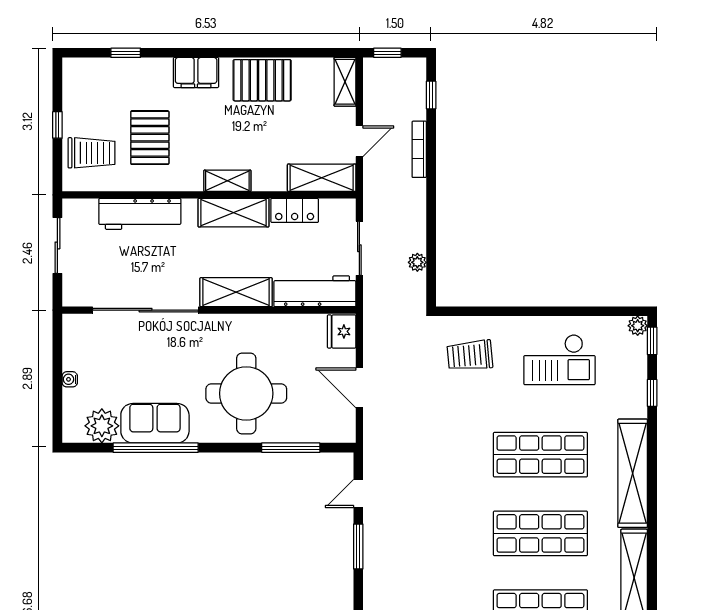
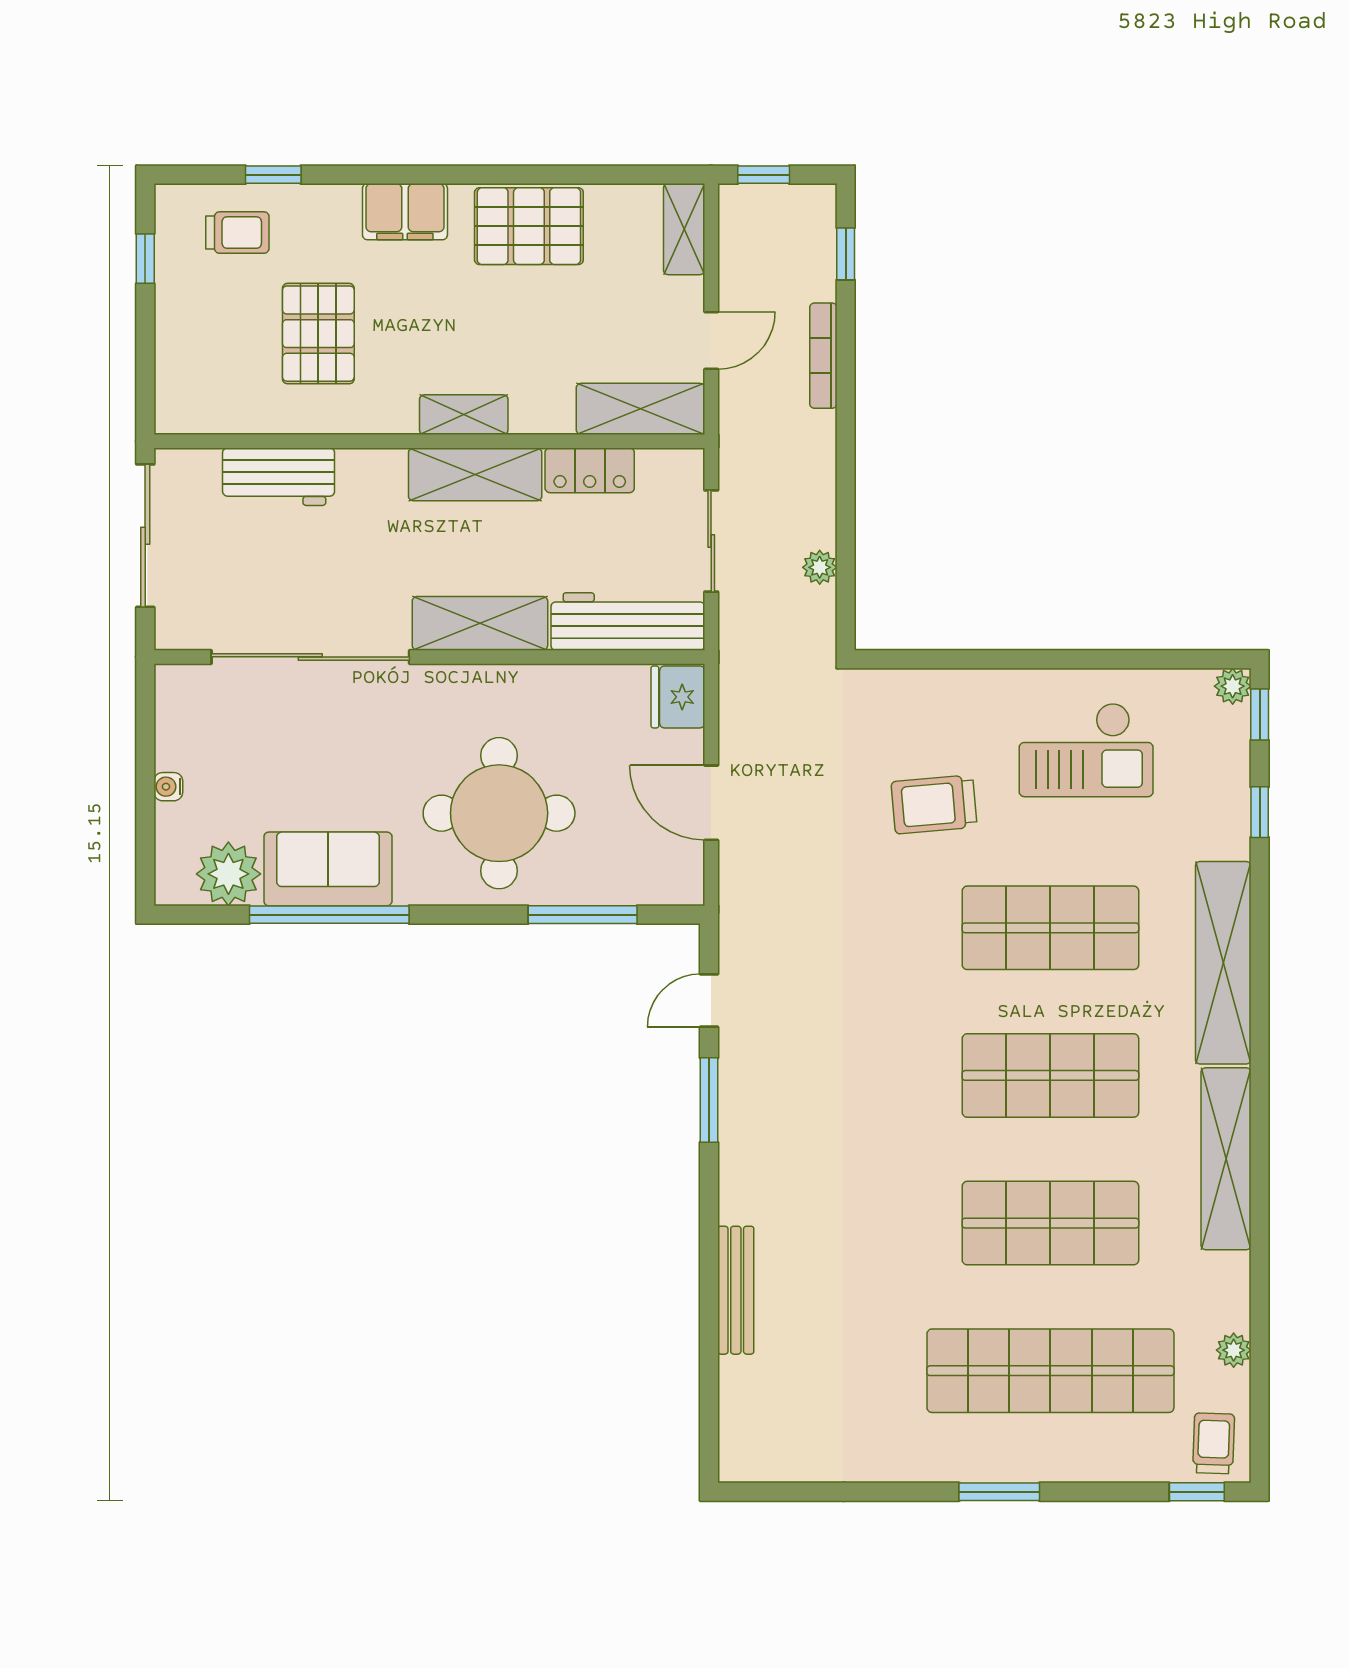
window: (57, 125) -> (145, 259), moved
trolley: (91, 153) -> (237, 233), moved, width x0.73, depth x0.72
workbench: (140, 214) -> (279, 477), width x0.73
sliding door: (57, 245) -> (145, 536), width x1.37
trolley: (470, 355) -> (934, 804), moved

